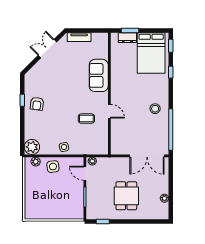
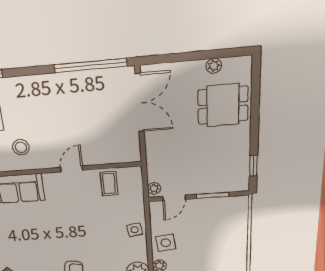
stool: (155, 109) -> (21, 147), moved
coffee table: (86, 119) -> (109, 184), moved
dining table: (126, 196) -> (223, 105), moved

